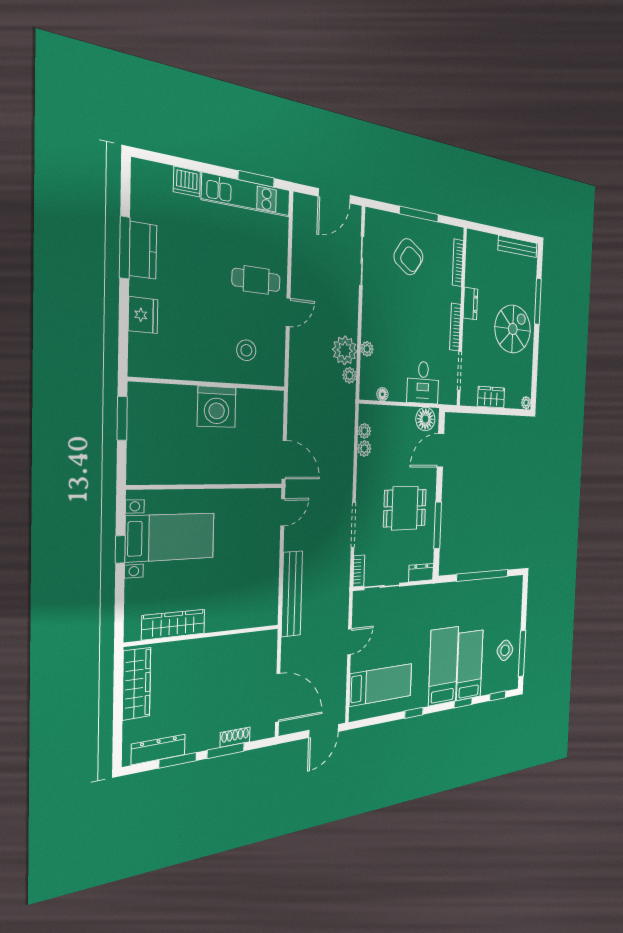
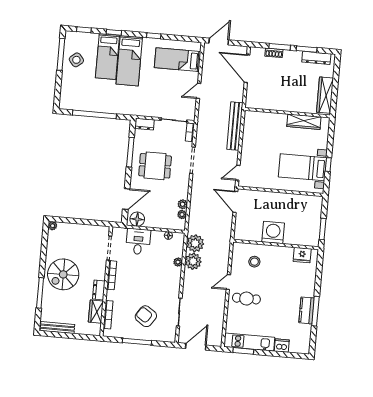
fridge: (143, 315) -> (302, 255), moved, turned -90
plant: (349, 375) -> (195, 243), width x1.88, depth x1.88
wardrobe: (491, 397) -> (96, 312), moved, turned 90

